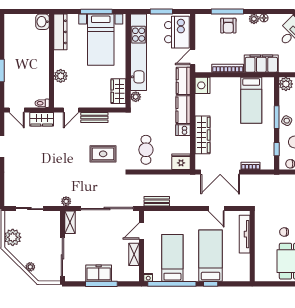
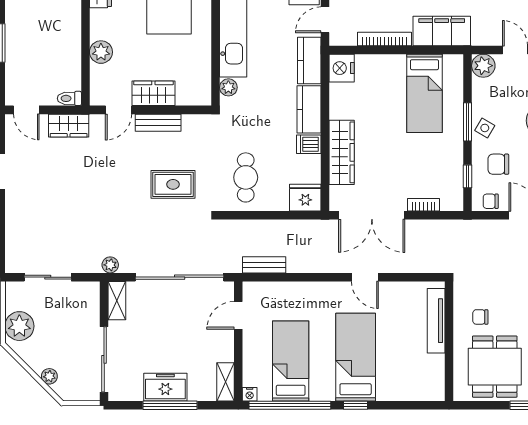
wardrobe: (118, 91) -> (153, 93), moved, turned 90
tv unit: (245, 234) -> (436, 321), moved
wall: (252, 246) -> (449, 341), moved
shelving: (134, 254) -> (226, 382), moved

